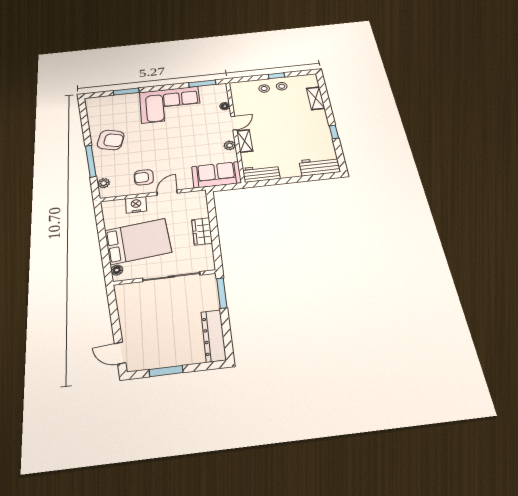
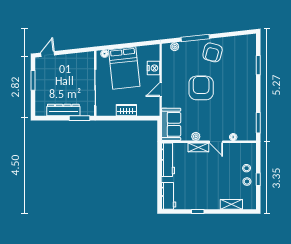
corner sofa: (170, 105) -> (240, 97), removed
workbench: (261, 173) -> (168, 160), width x1.38
armchair: (144, 177) -> (201, 88), moved, width x1.88, depth x1.88
door: (167, 193) -> (161, 89), swing flipped
dresser: (214, 336) -> (63, 110), moved

